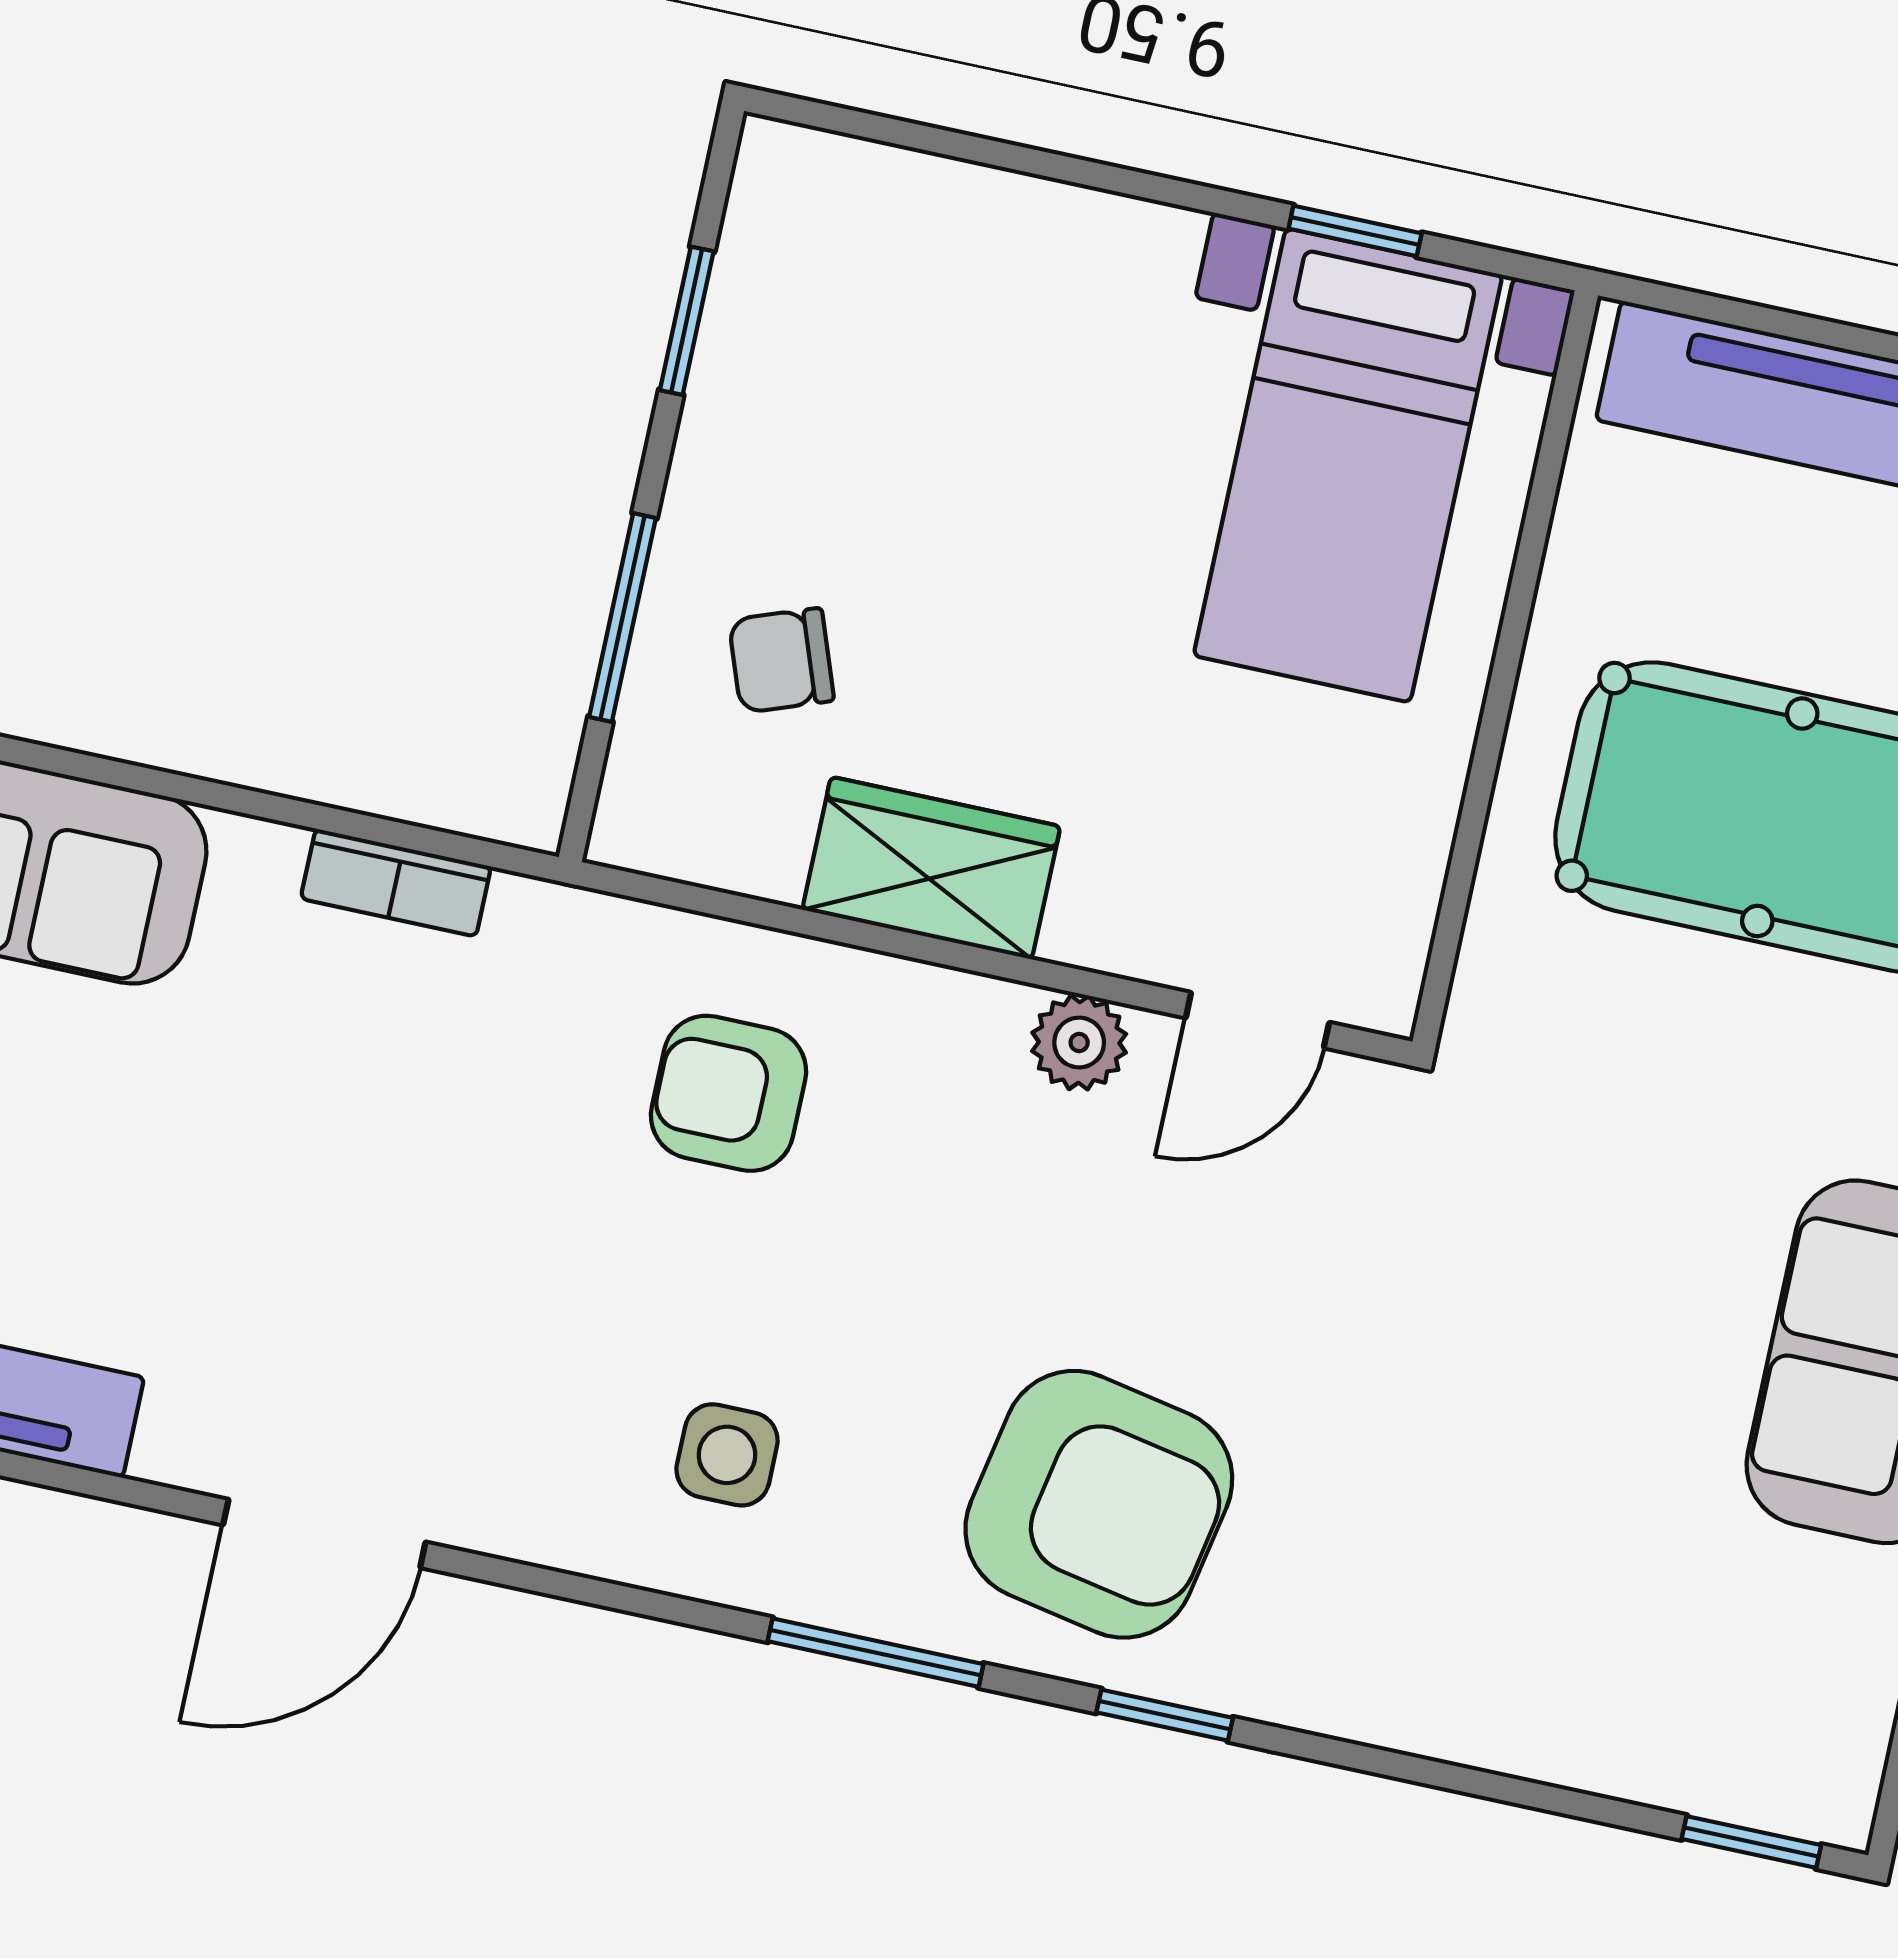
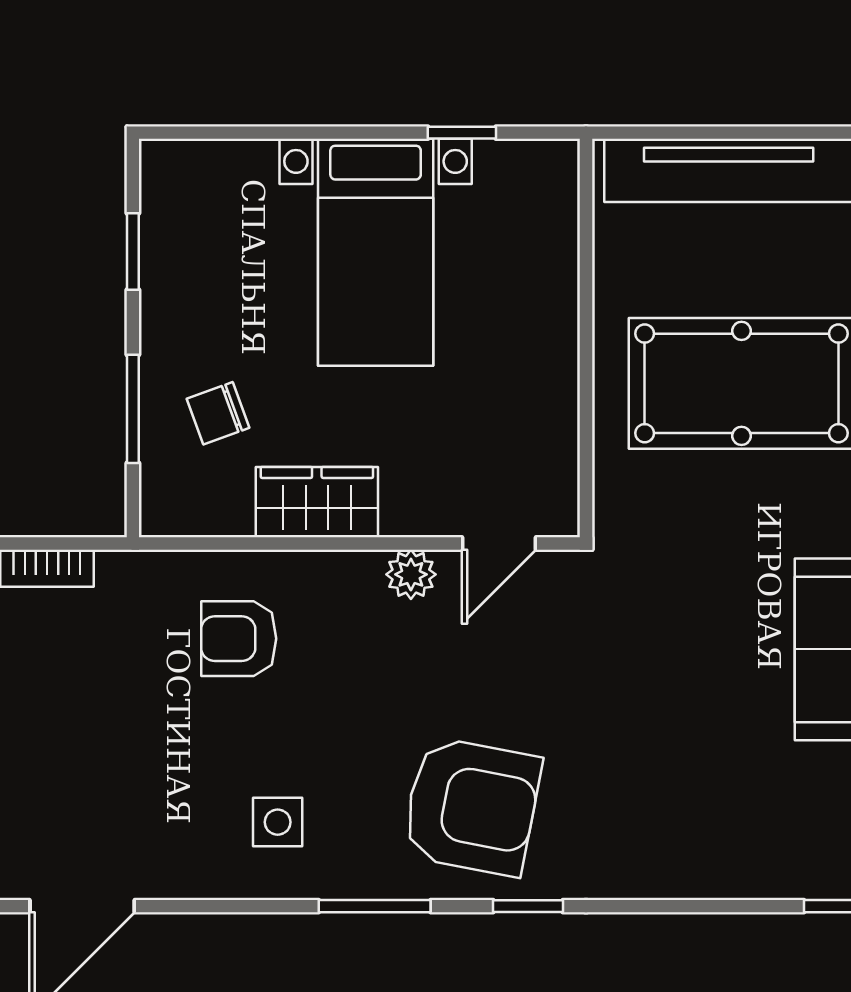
bed with nightstands: (1348, 465) -> (376, 252), moved

